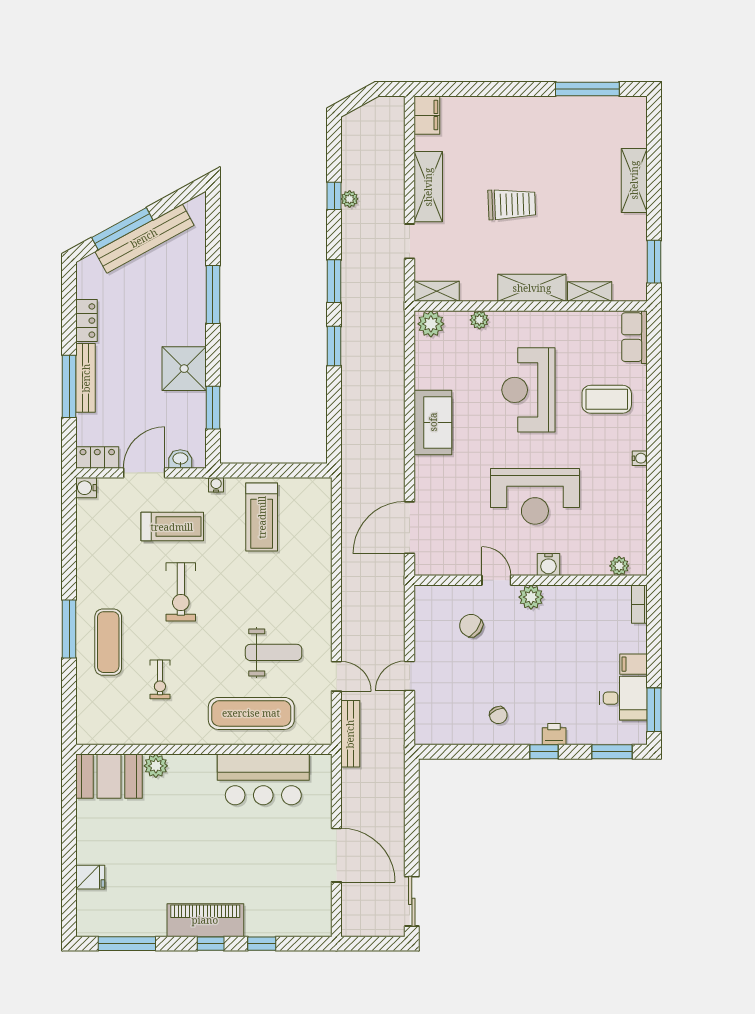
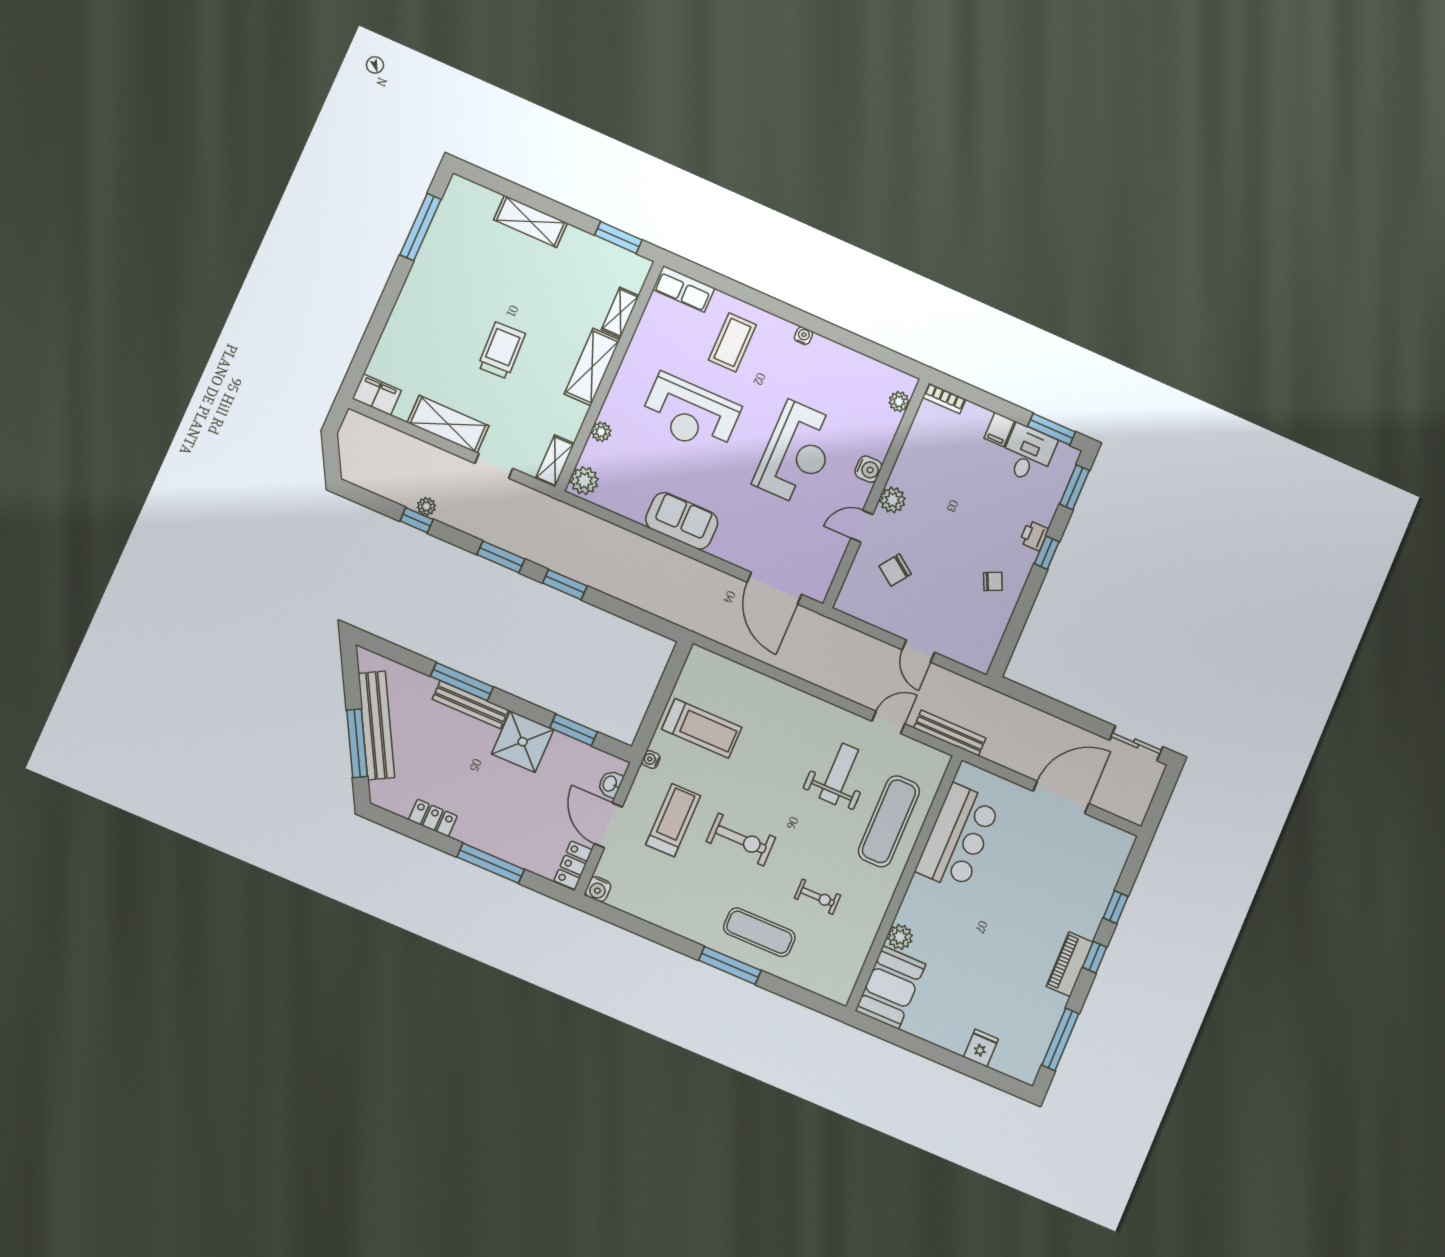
bench: (86, 378) -> (470, 705), moved
piano: (205, 920) -> (1070, 964), width x0.73, depth x0.75

